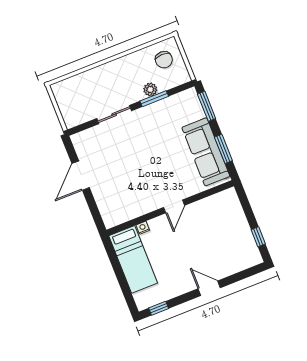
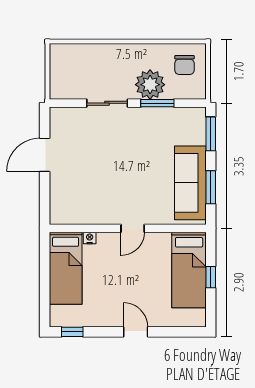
plant: (150, 89) -> (150, 85), width x1.87, depth x1.87
bed: (232, 222) -> (189, 270), added
window: (258, 237) -> (211, 277), moved

